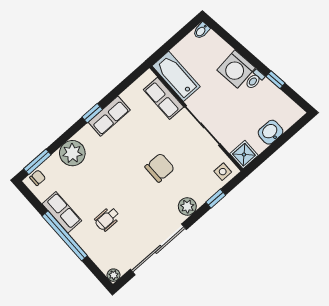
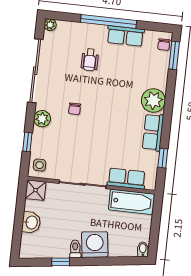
window: (92, 113) -> (163, 158), moved
plant: (72, 153) -> (153, 100), moved
chair: (160, 168) -> (75, 109), moved, width x0.54, depth x0.54
wheelchair: (107, 219) -> (90, 60), turned 180

